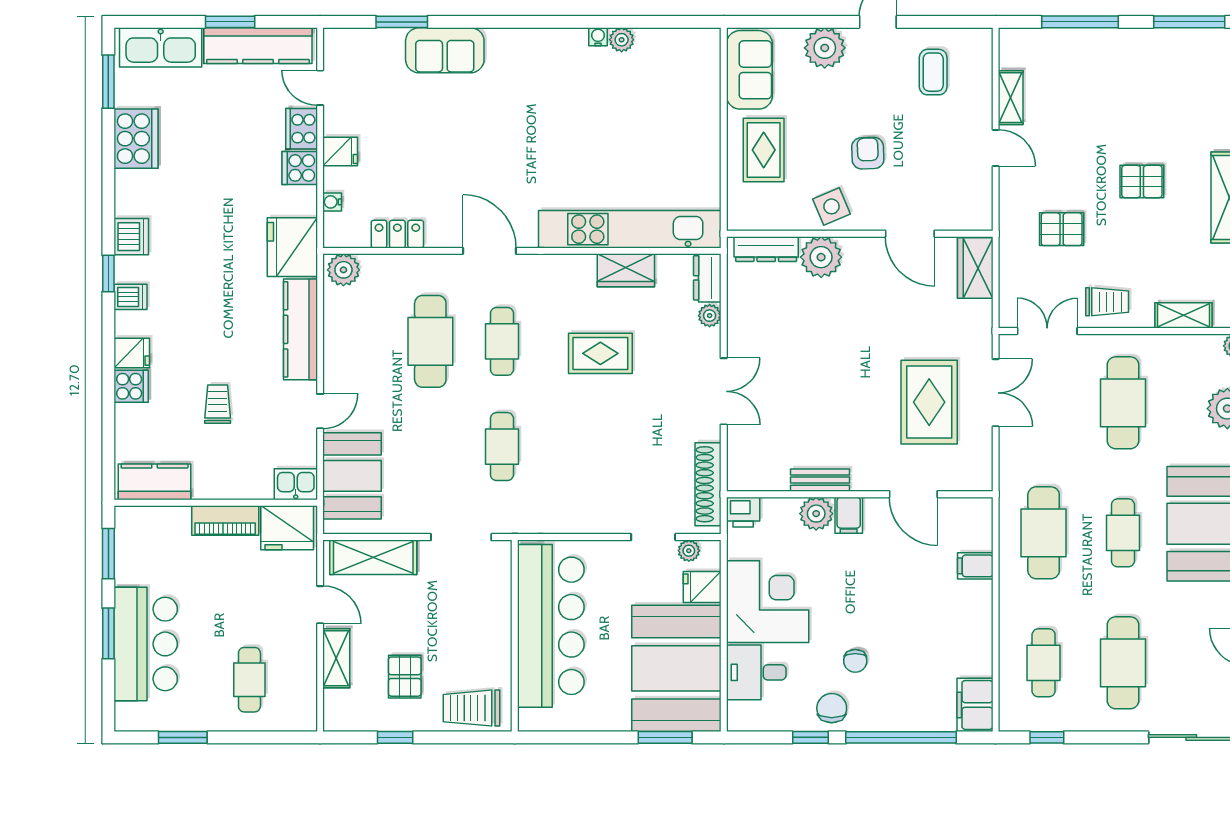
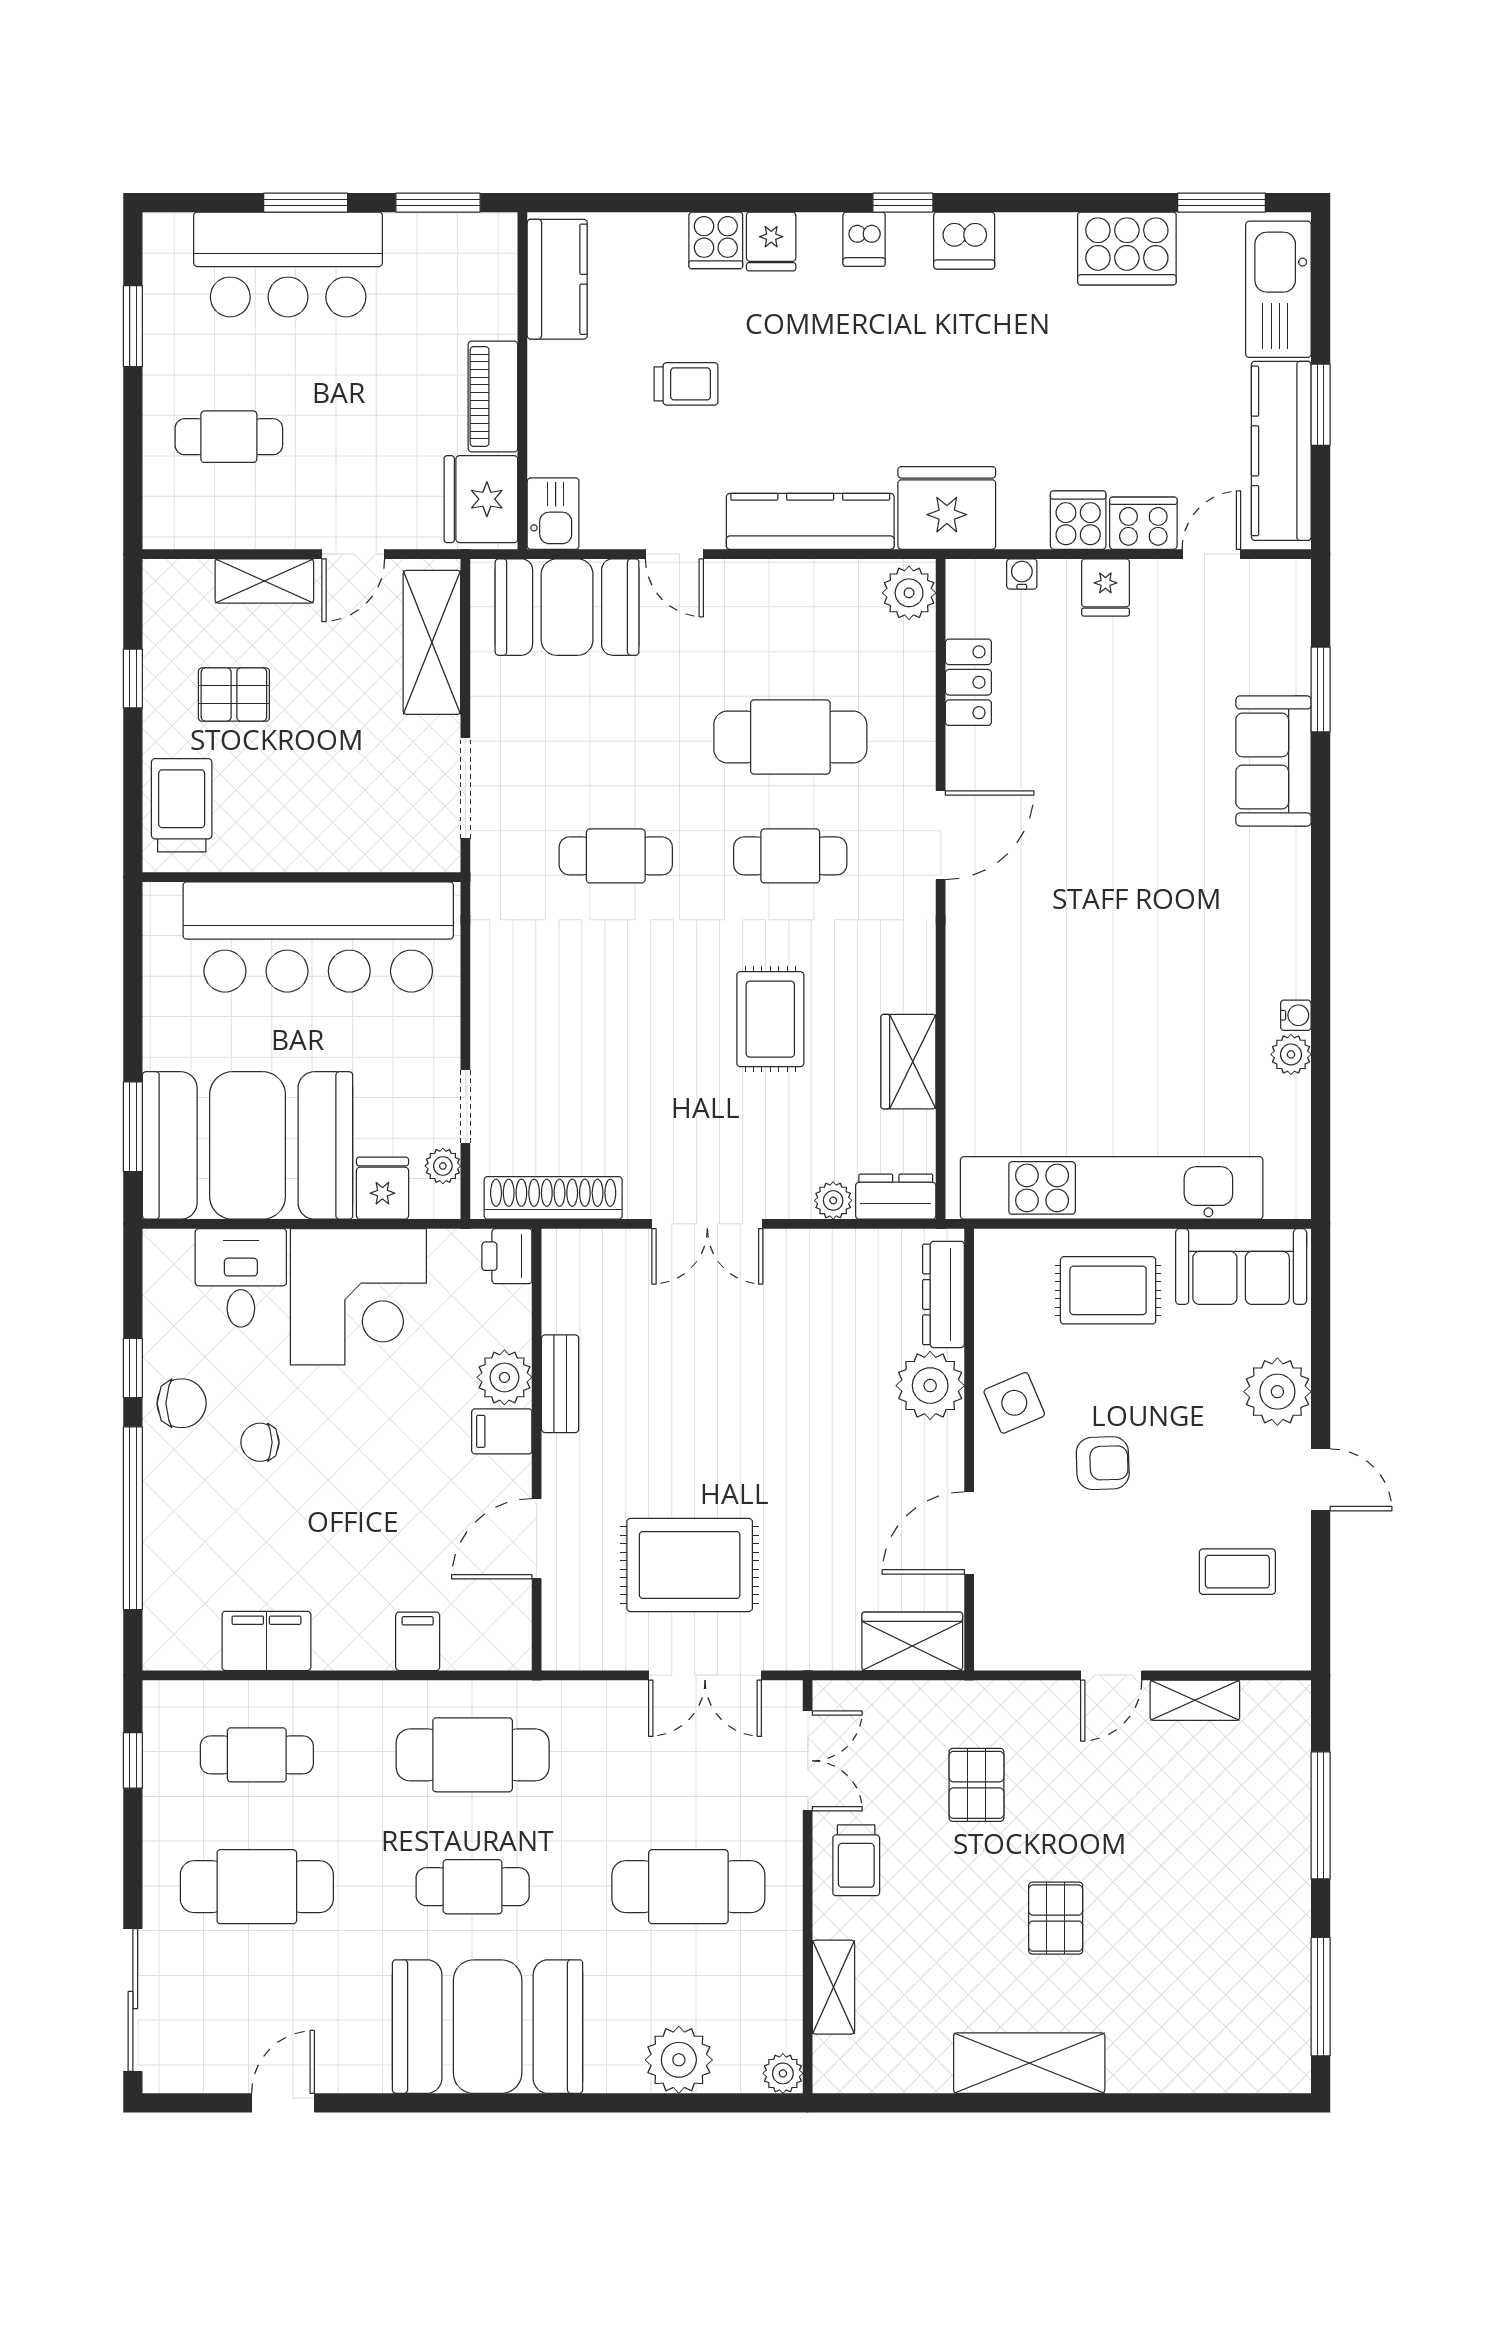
kitchen unit: (630, 229) -> (1112, 1188), moved, turned -90
filing cabinet: (975, 705) -> (266, 1641), moved

